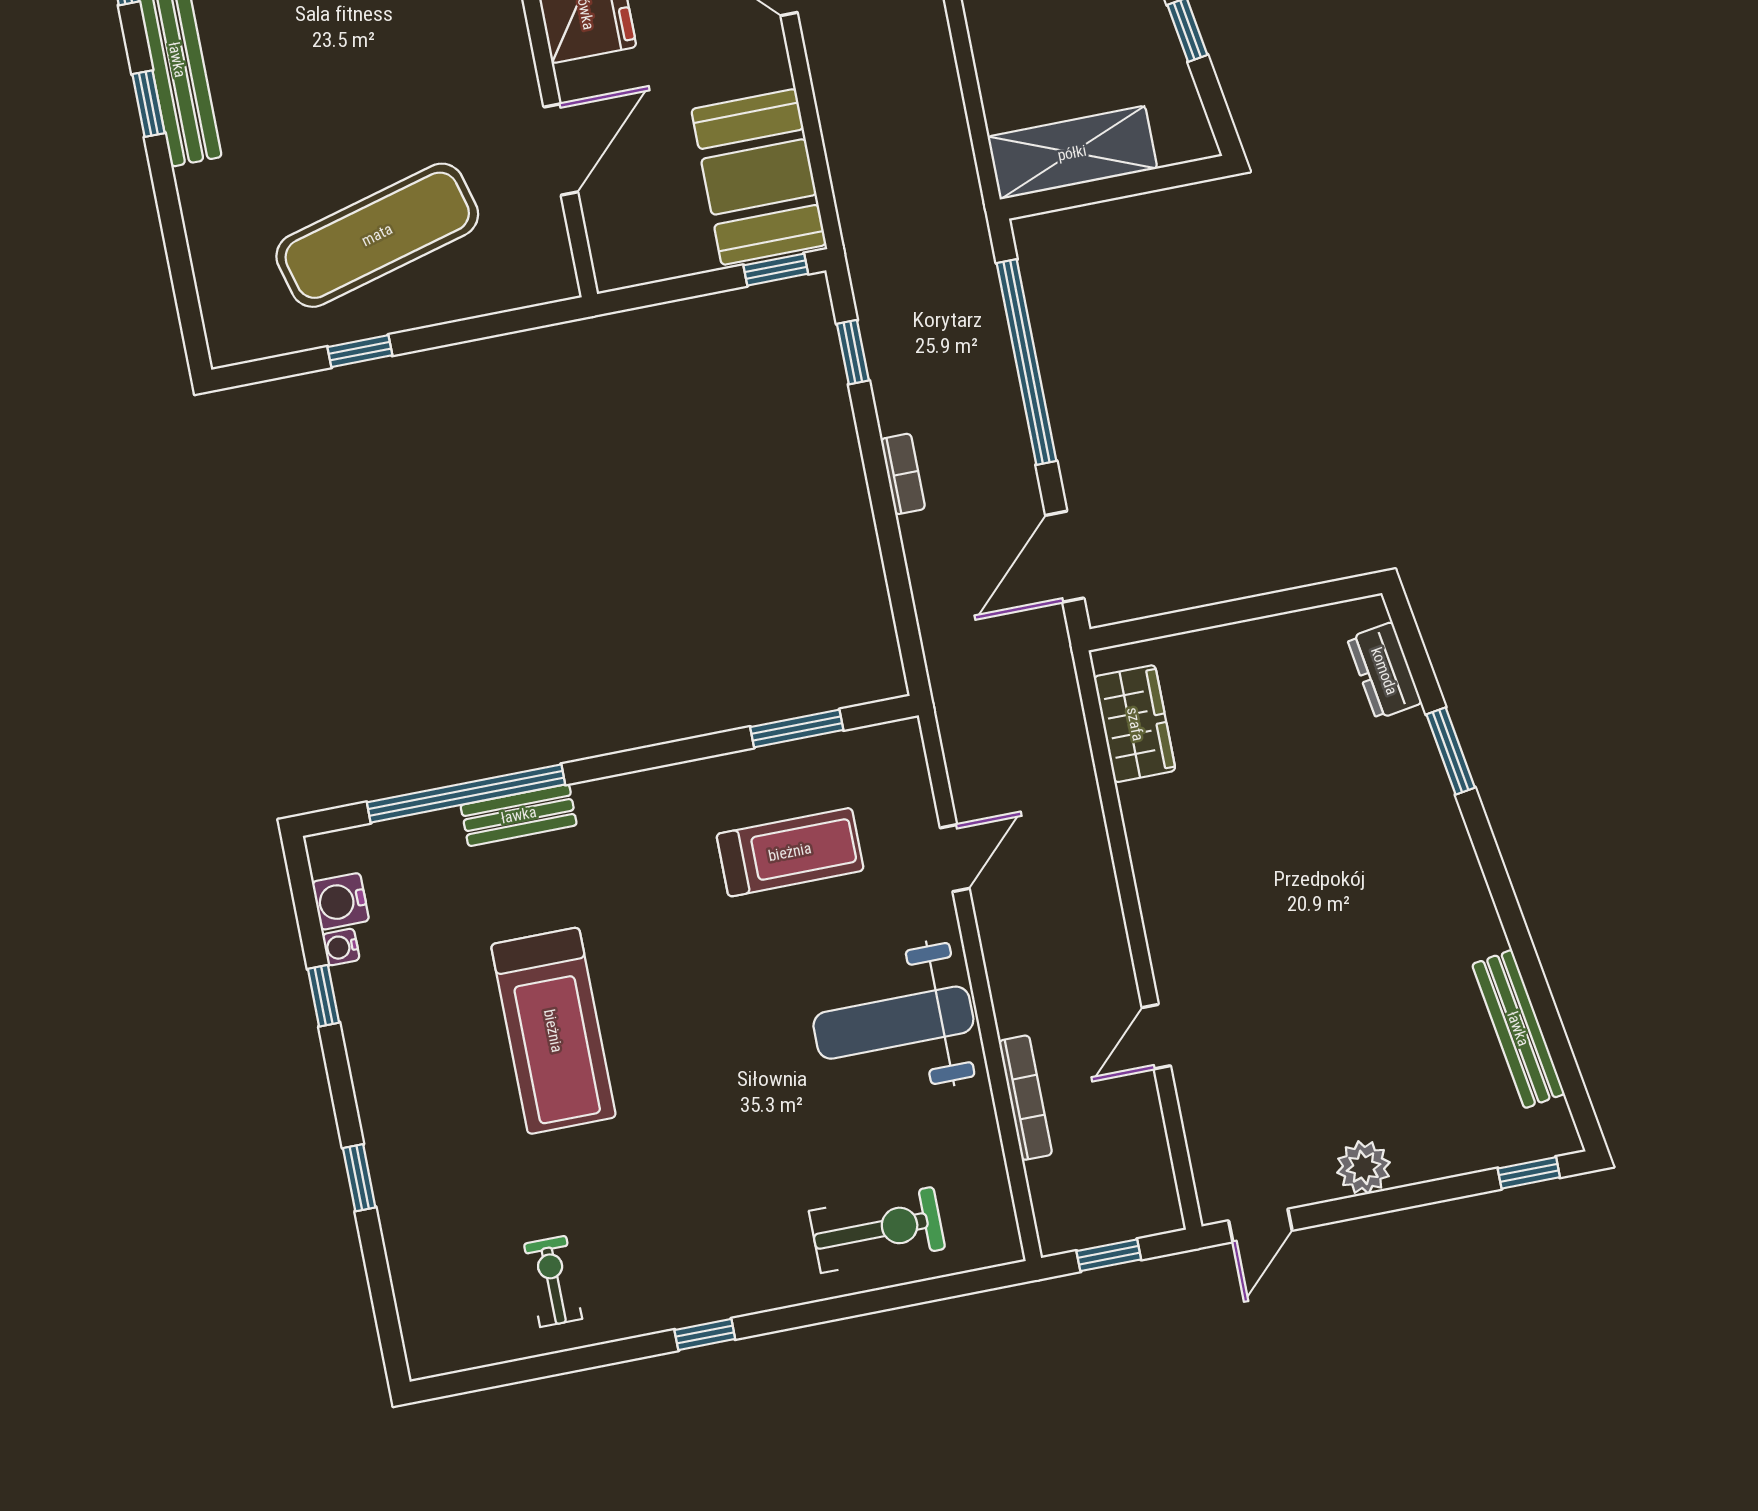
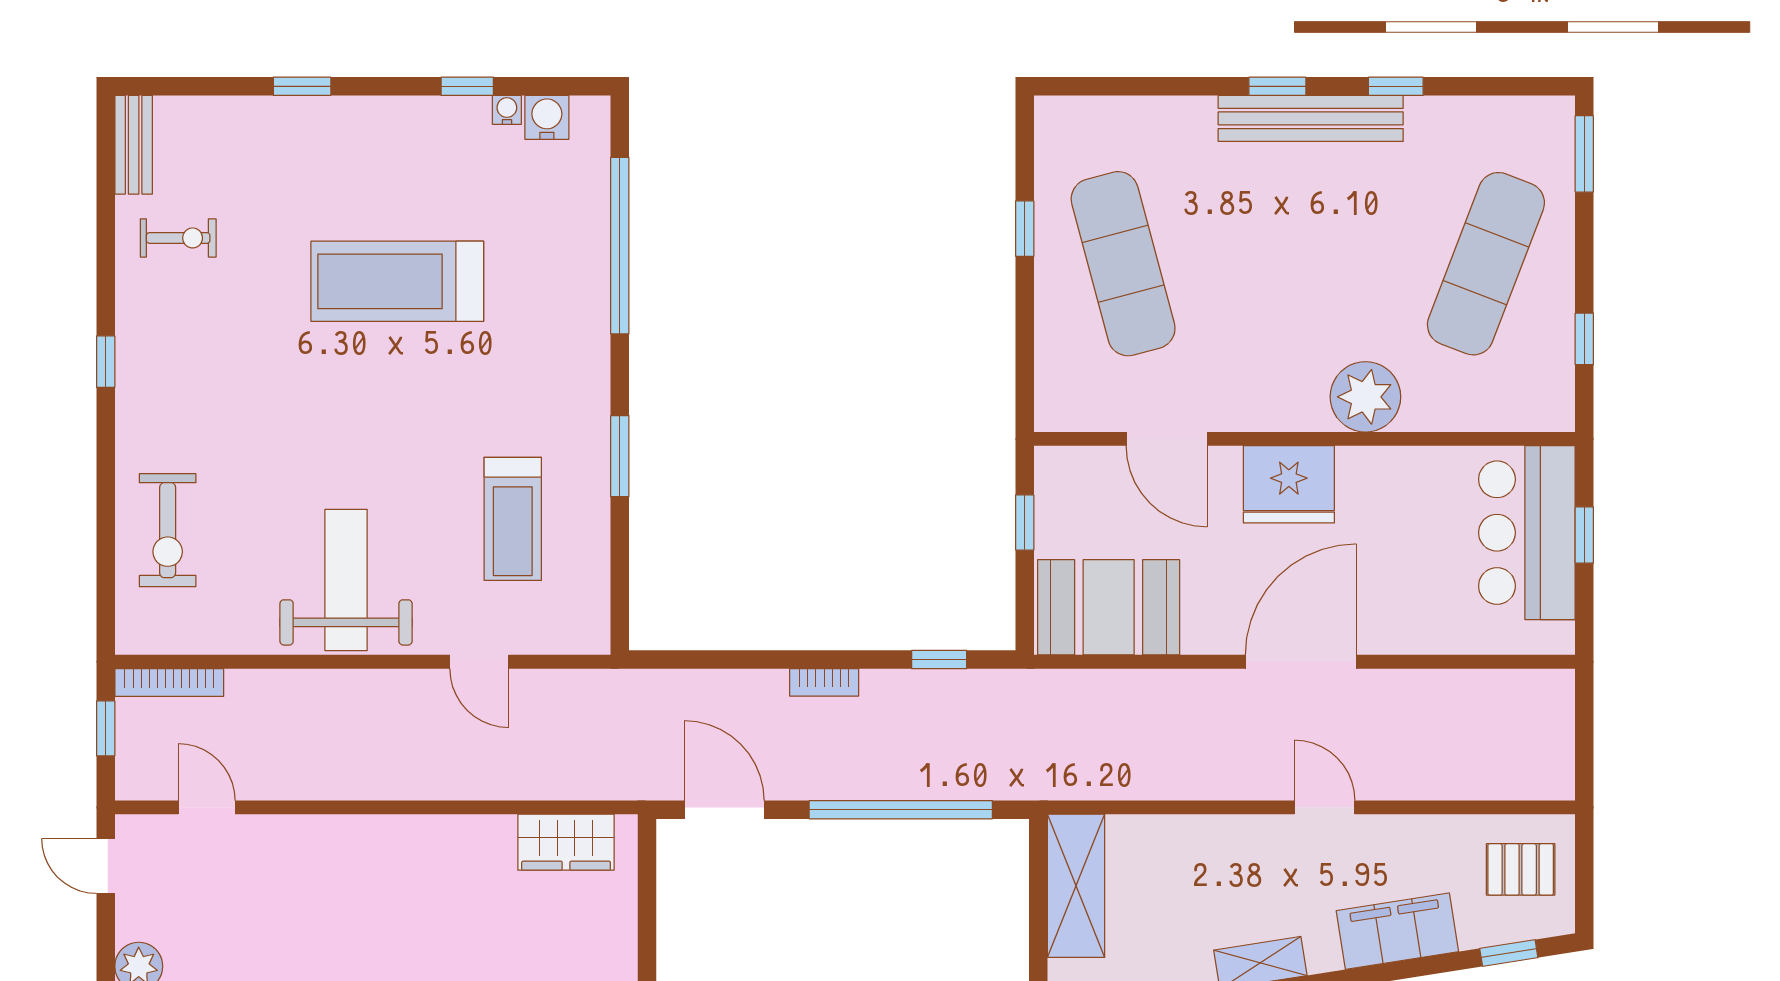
window: (776, 270) -> (1025, 523), moved
window: (797, 729) -> (620, 456), moved
bench: (519, 815) -> (134, 145), moved
door: (1156, 1037) -> (207, 807), moved
bookcase: (1025, 1098) -> (169, 683), moved

